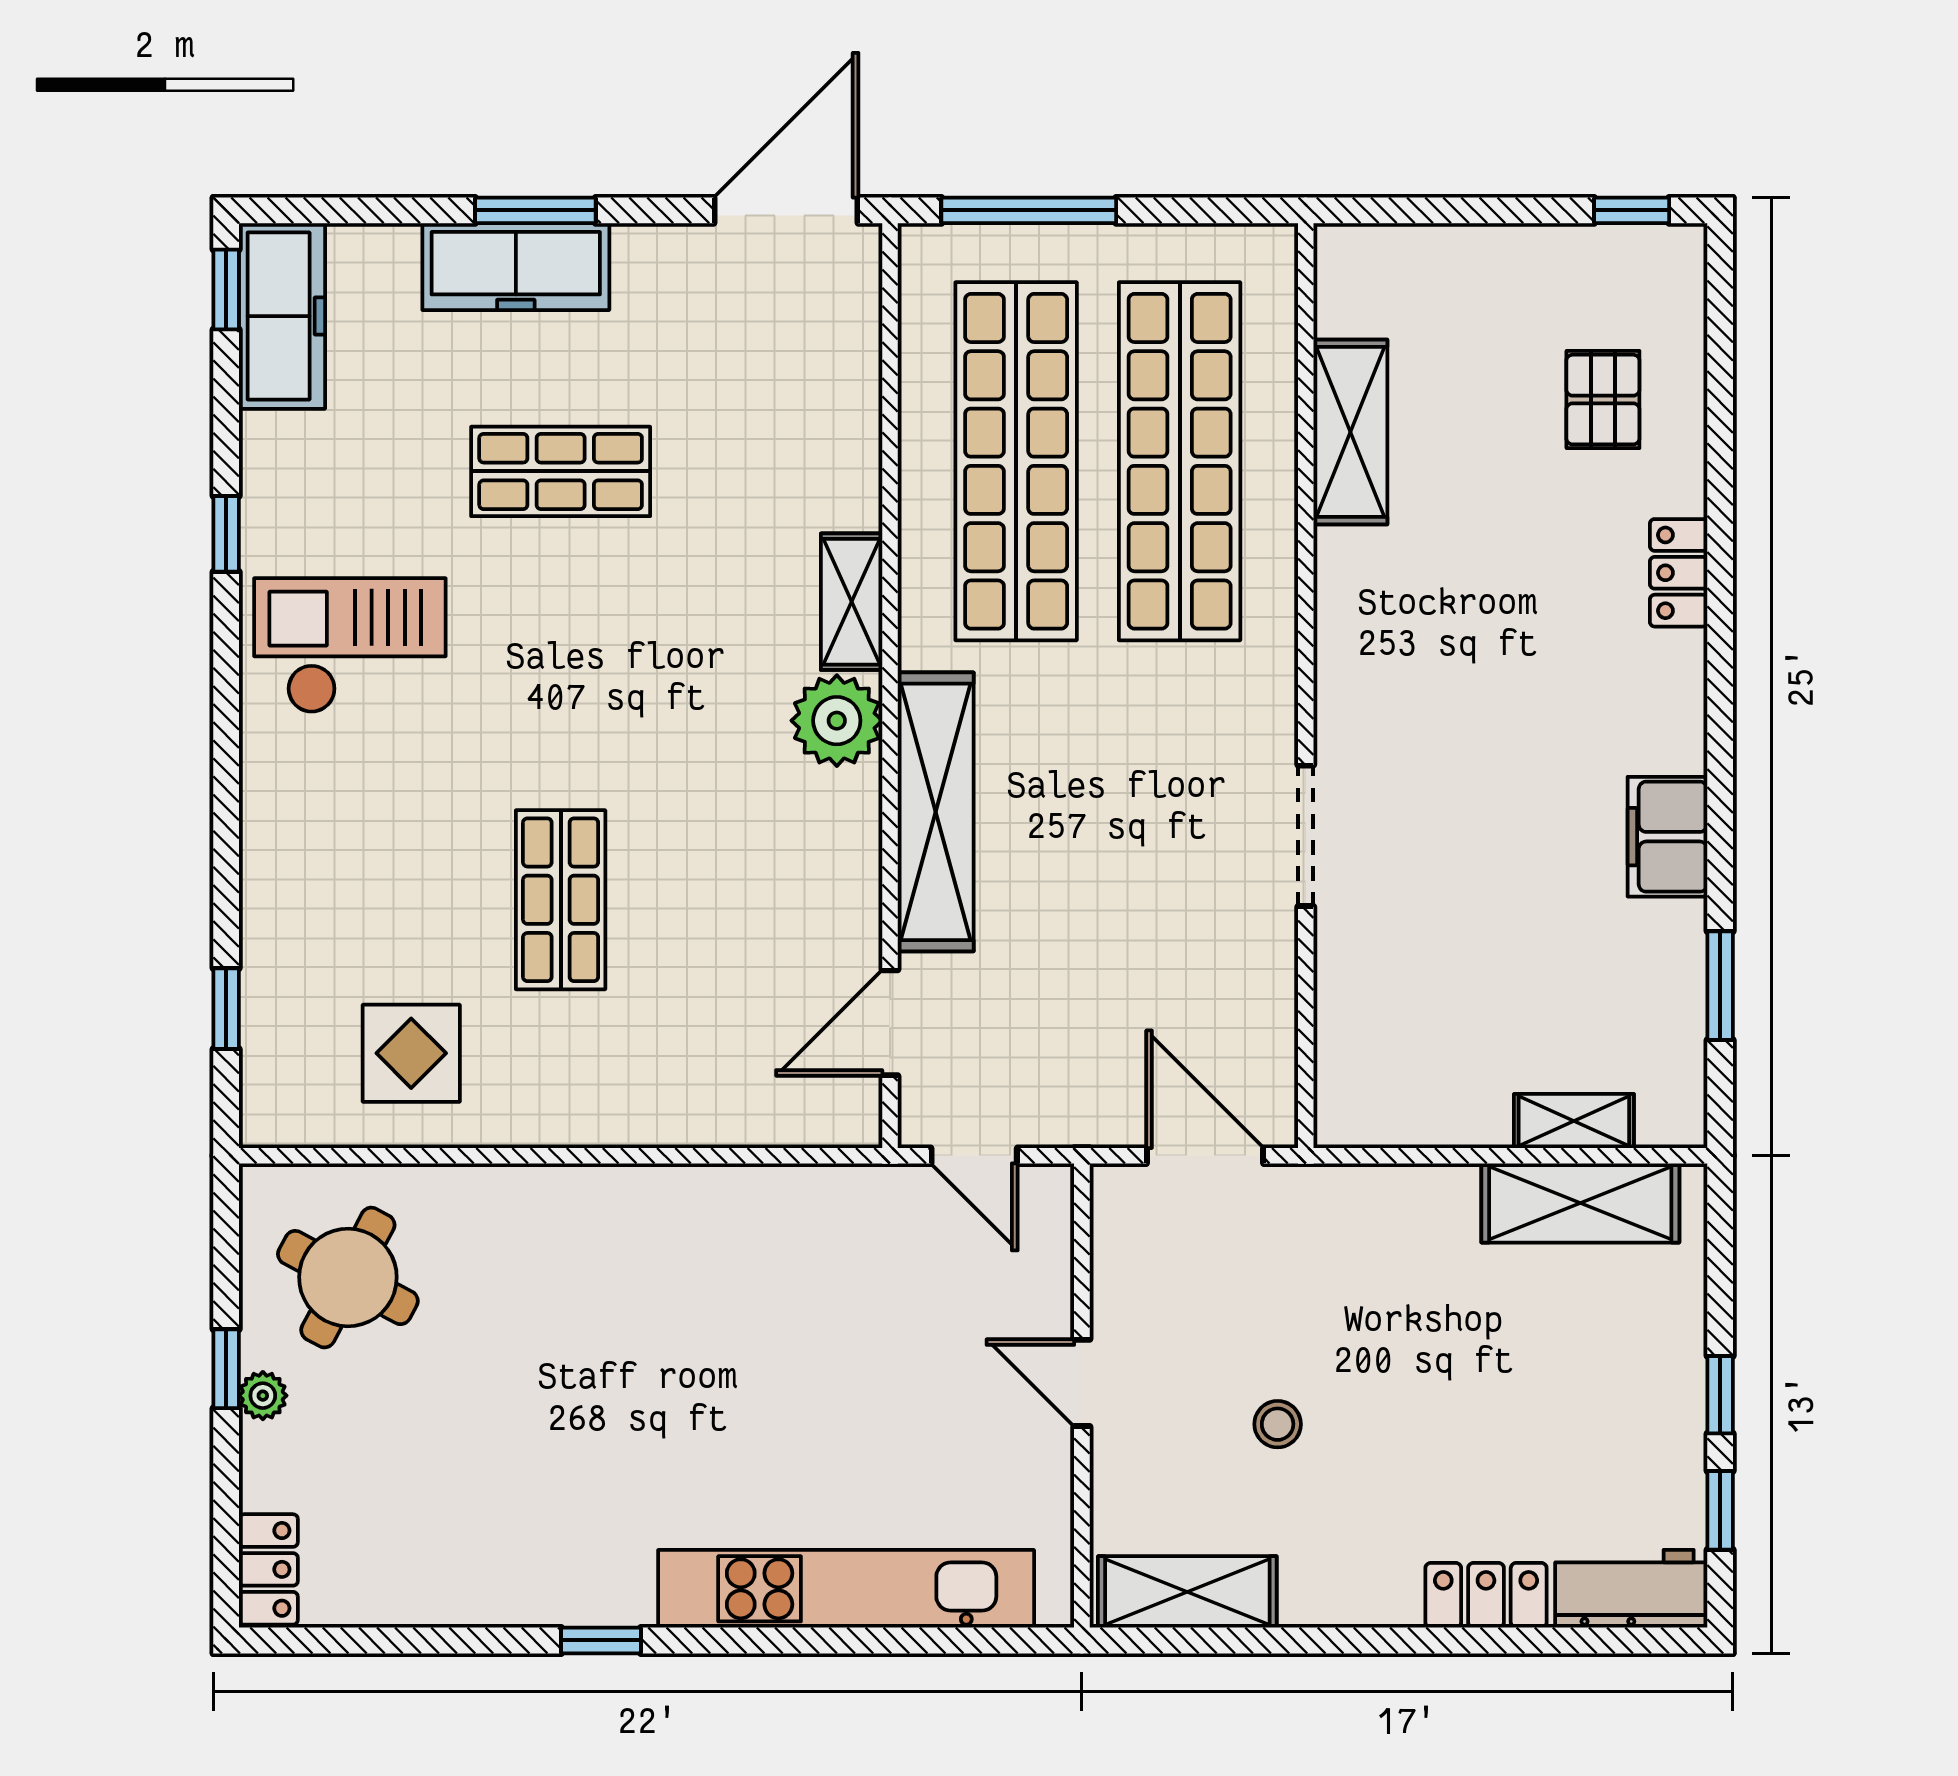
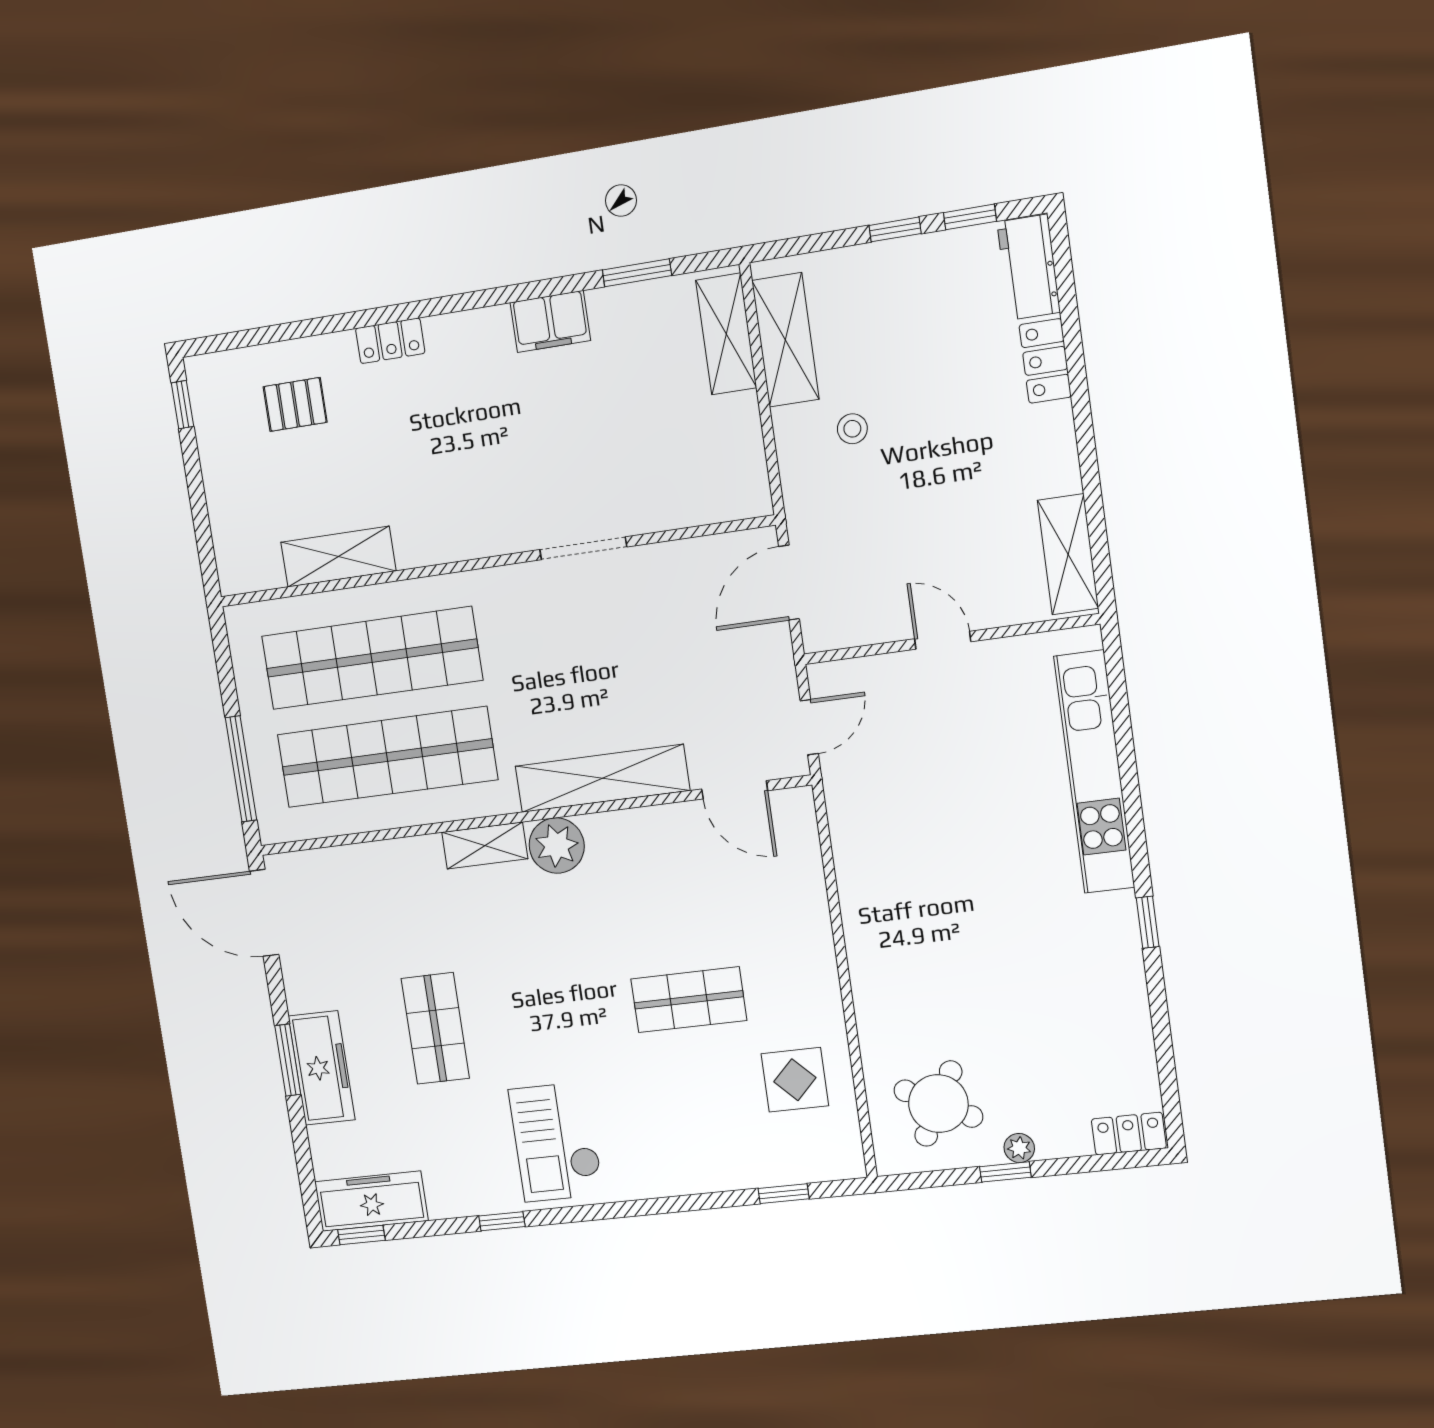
shelving: (1574, 1121) -> (726, 334), width x1.50, depth x1.33
door: (1082, 1383) -> (943, 640), swing flipped
stool: (1278, 1424) -> (852, 429), moved

